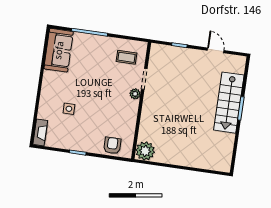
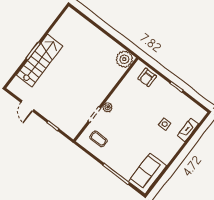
fireplace: (40, 132) -> (188, 130), moved

